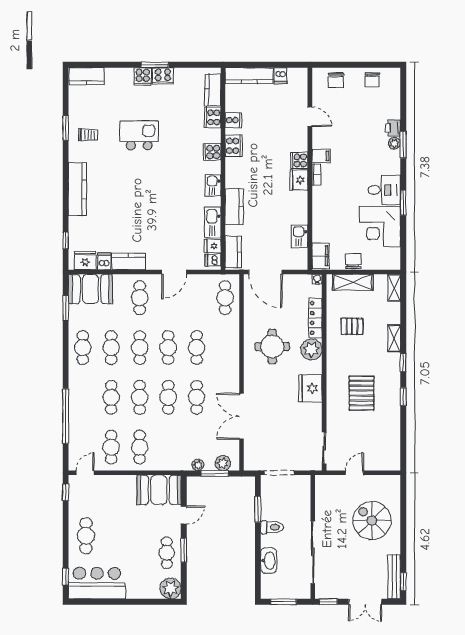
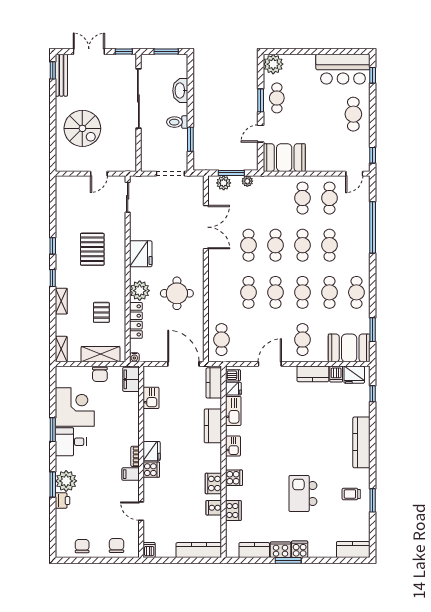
dishwasher: (280, 76) -> (149, 550), moved
kitchen counter: (213, 90) -> (254, 550), moved, turned -90
kitchen island: (139, 135) -> (303, 494), turned 90
plant: (394, 143) -> (66, 481), width x1.87, depth x1.87
pallet: (352, 326) -> (101, 312), turned 90

